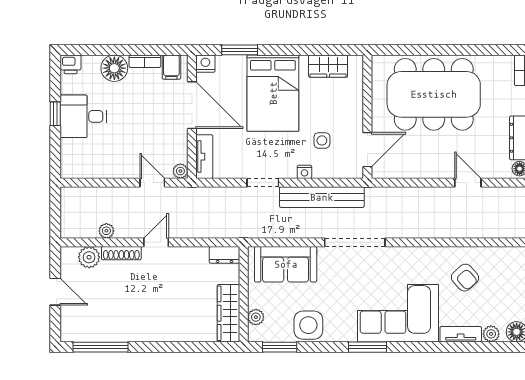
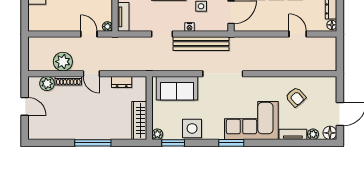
plant: (106, 231) -> (63, 62), width x1.88, depth x1.88
door: (156, 242) -> (91, 74), swing flipped
dresser: (225, 255) -> (122, 82), moved
plant: (256, 317) -> (157, 134), moved
window: (100, 347) -> (93, 143), moved

